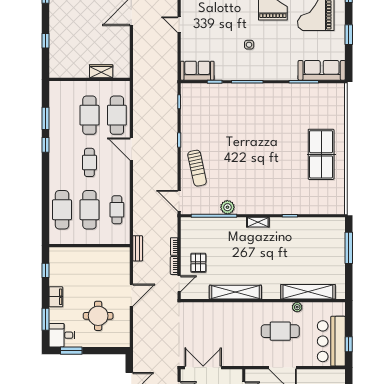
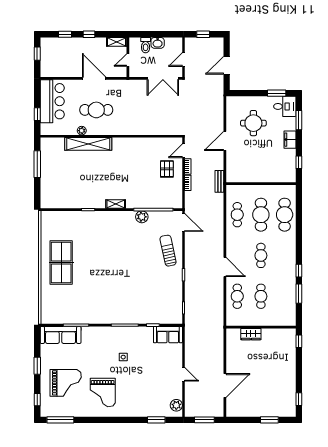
window: (45, 41) -> (299, 341), moved
cafe table: (89, 115) -> (261, 296), width x0.73, depth x0.74
cafe table: (117, 115) -> (237, 296), width x0.73, depth x0.74
window: (349, 248) -> (37, 164), moved
shelving: (235, 292) -> (135, 144), removed
shelving: (308, 292) -> (88, 144), moved
window: (349, 344) -> (37, 114), moved

